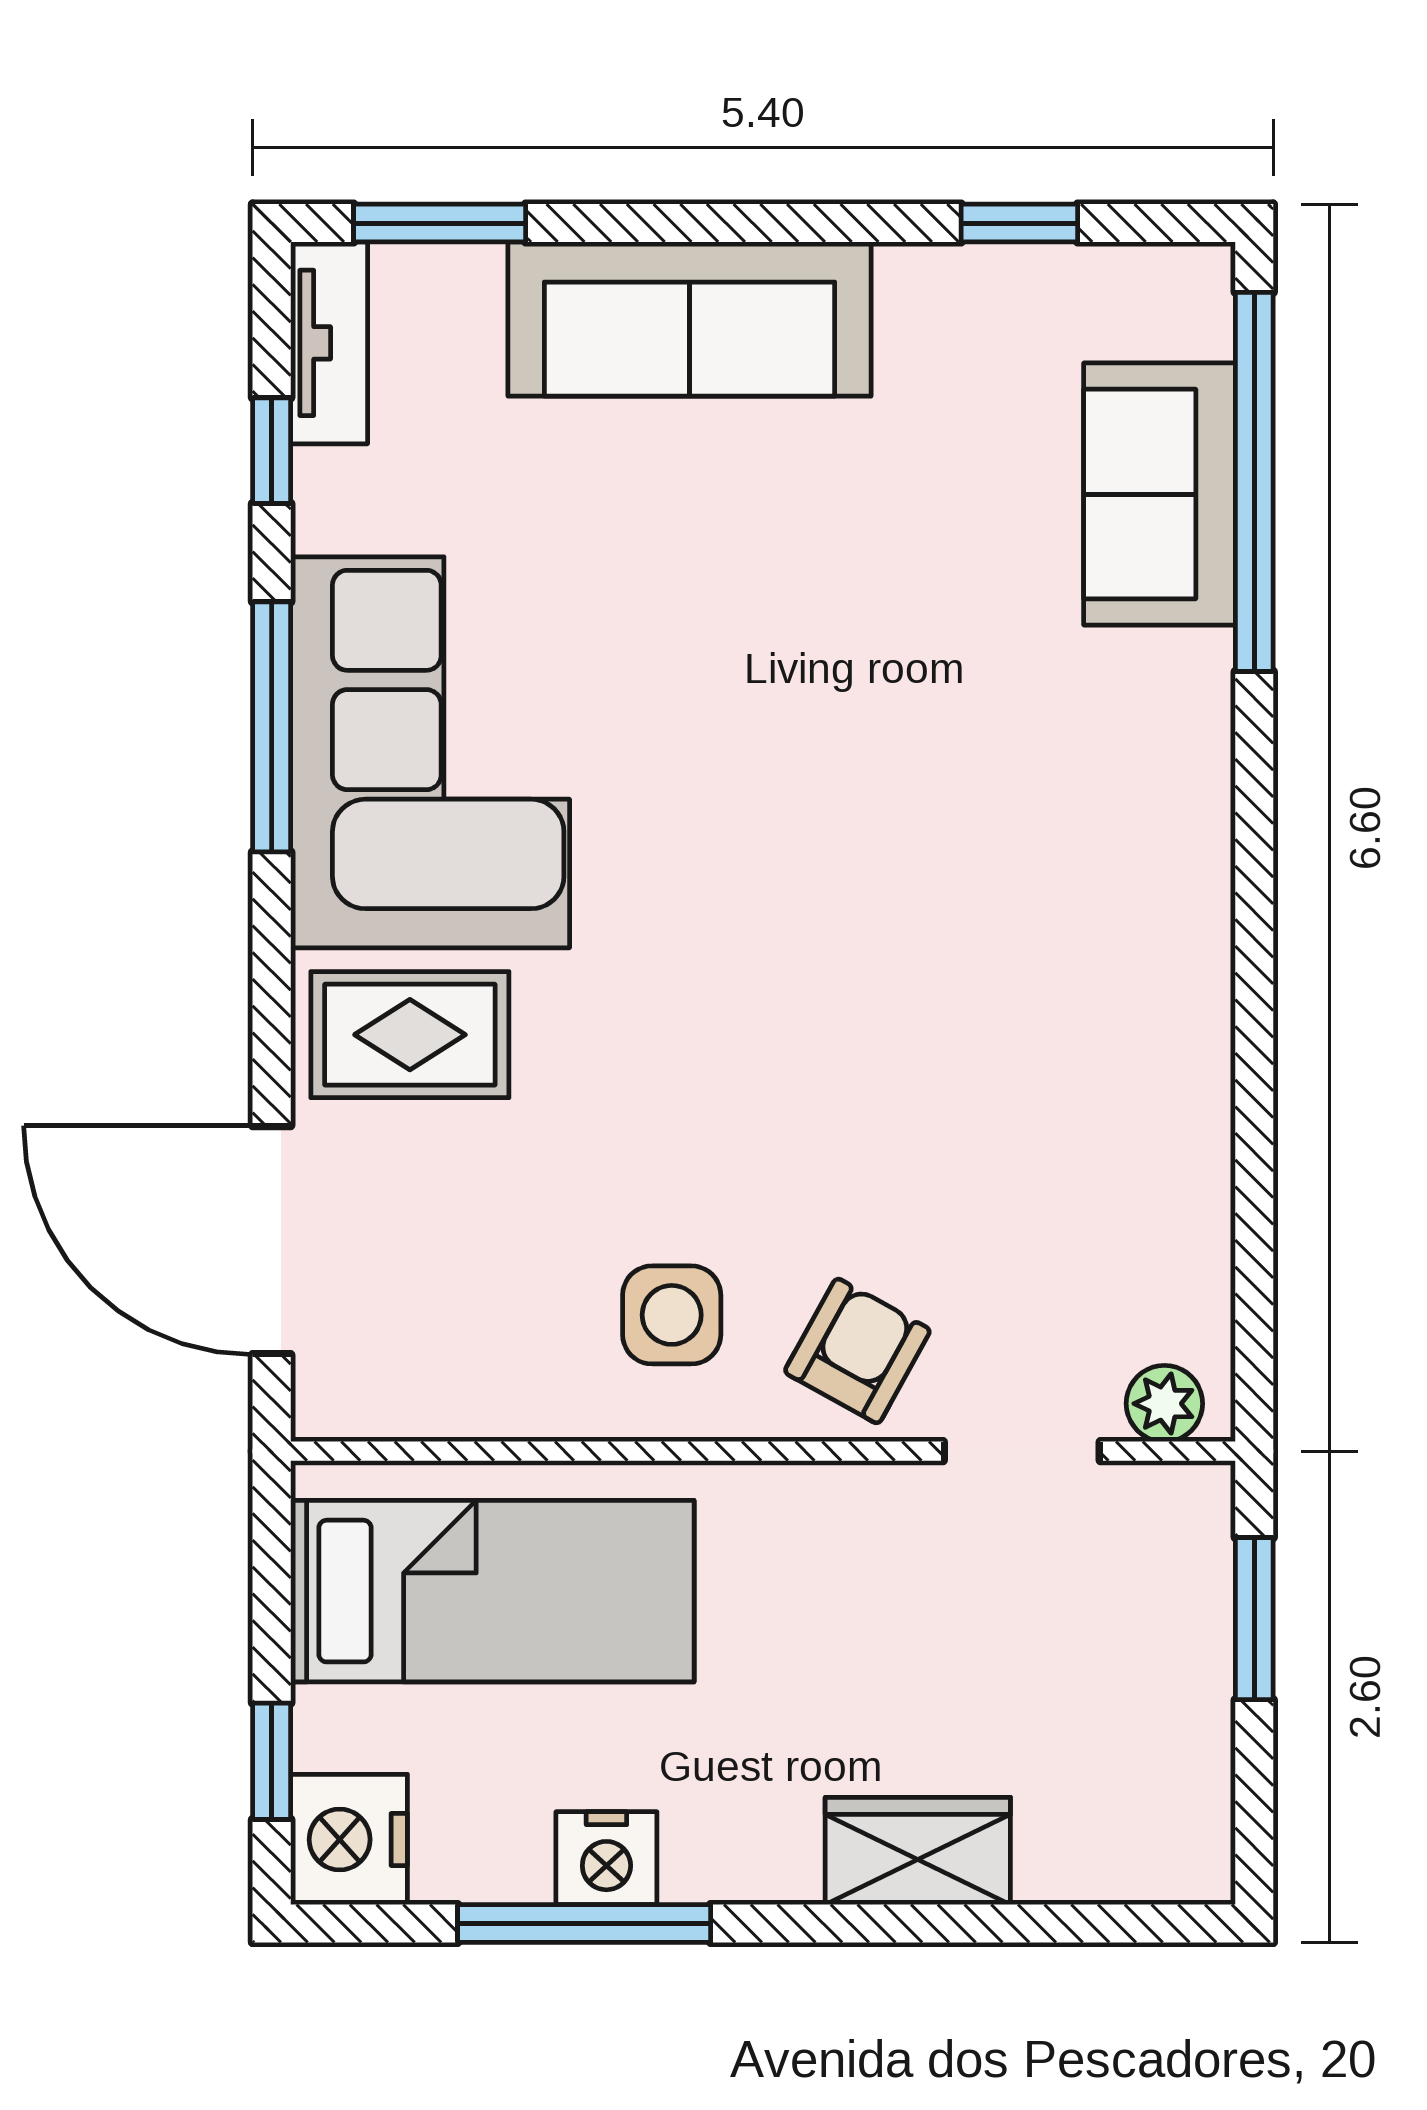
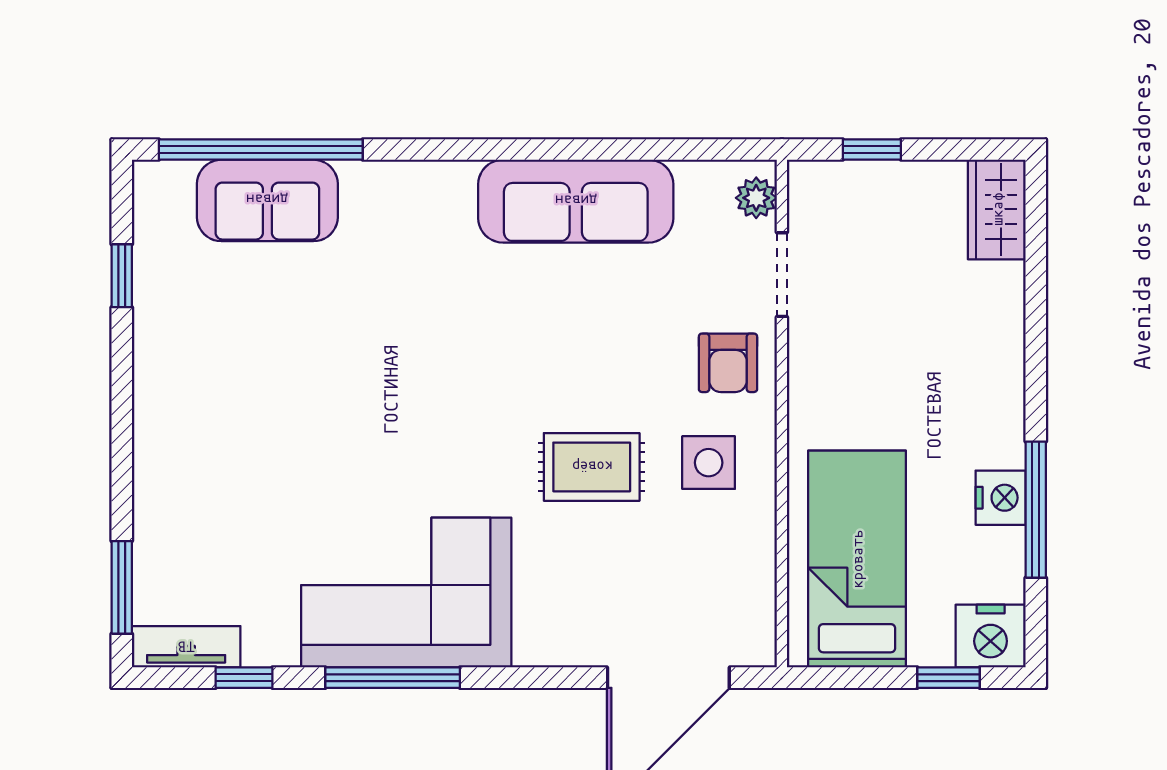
sofa: (689, 319) -> (576, 201), moved, turned 90
rug: (410, 1035) -> (592, 467), moved, turned 90
armchair: (857, 1351) -> (728, 363), turned -119
window: (1254, 1619) -> (872, 150), width x0.67
wardrobe: (918, 1851) -> (997, 209), moved

